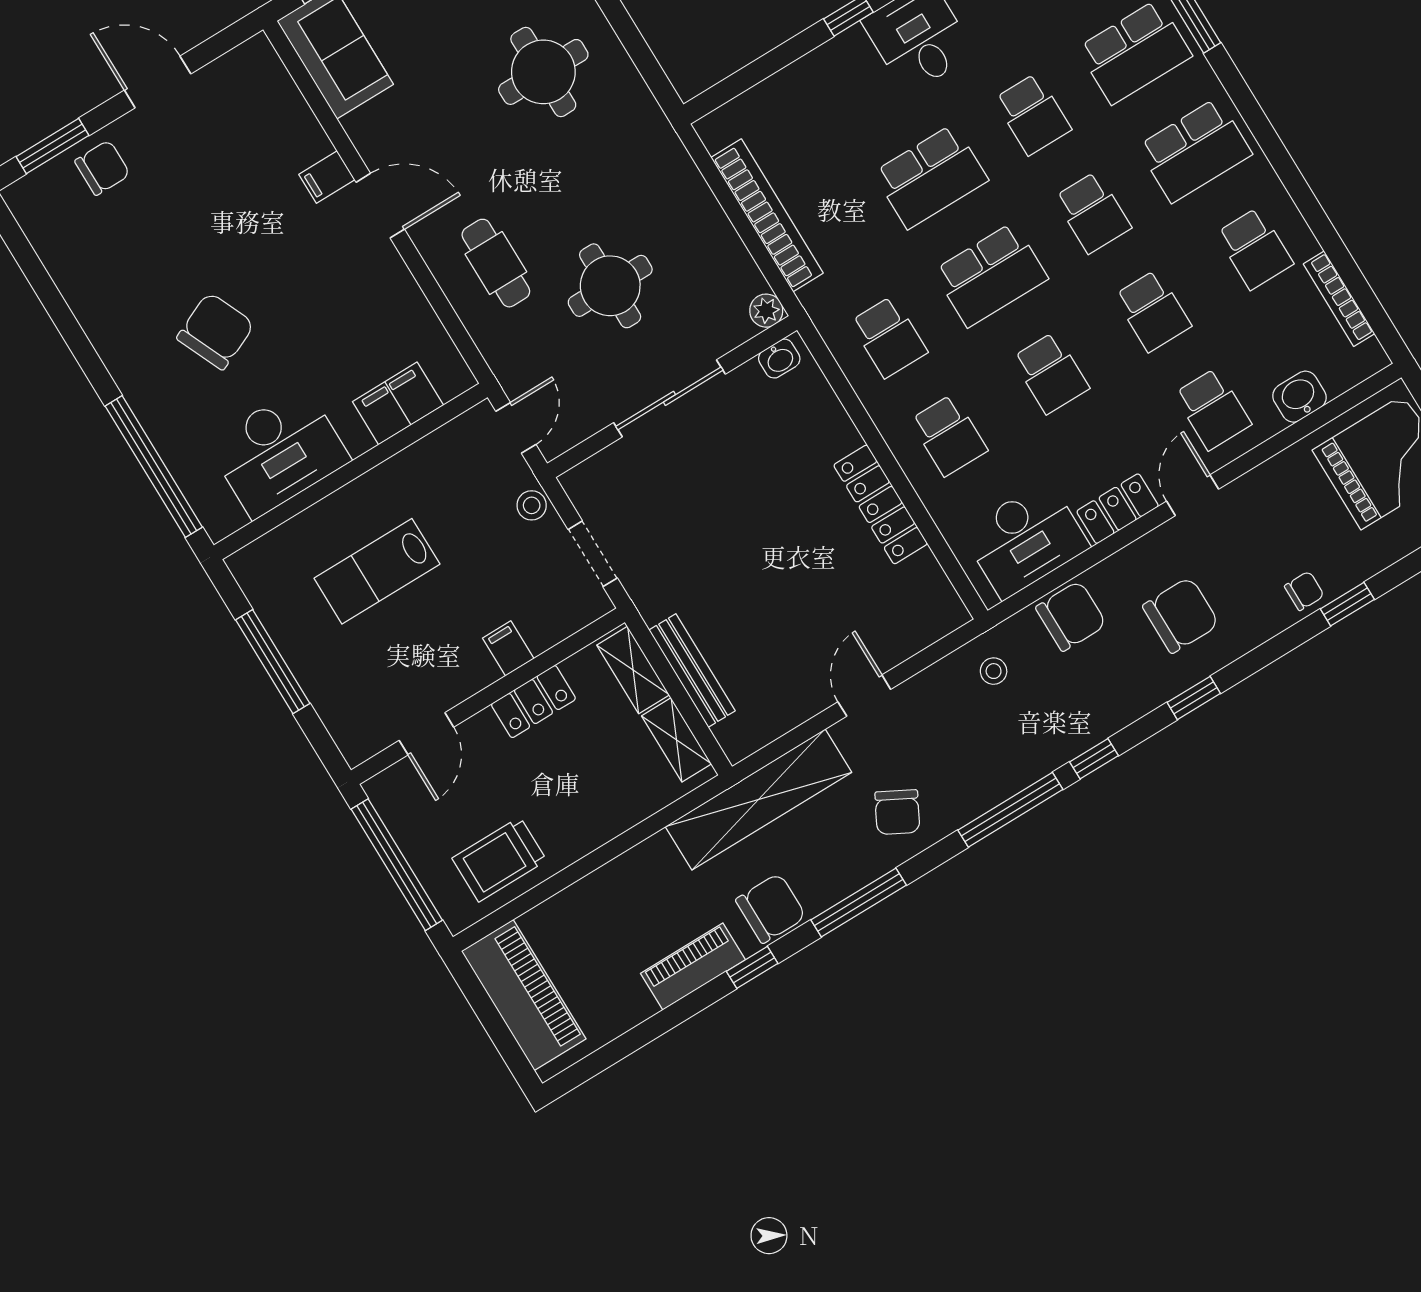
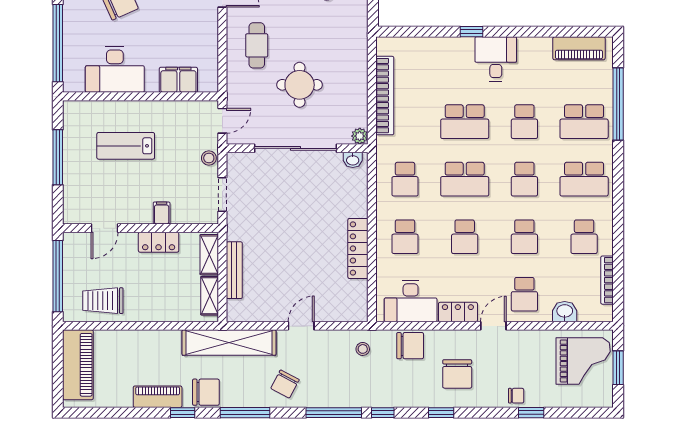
sliding door: (669, 398) -> (295, 148), width x1.36
chair: (1181, 615) -> (457, 374), turned 90

